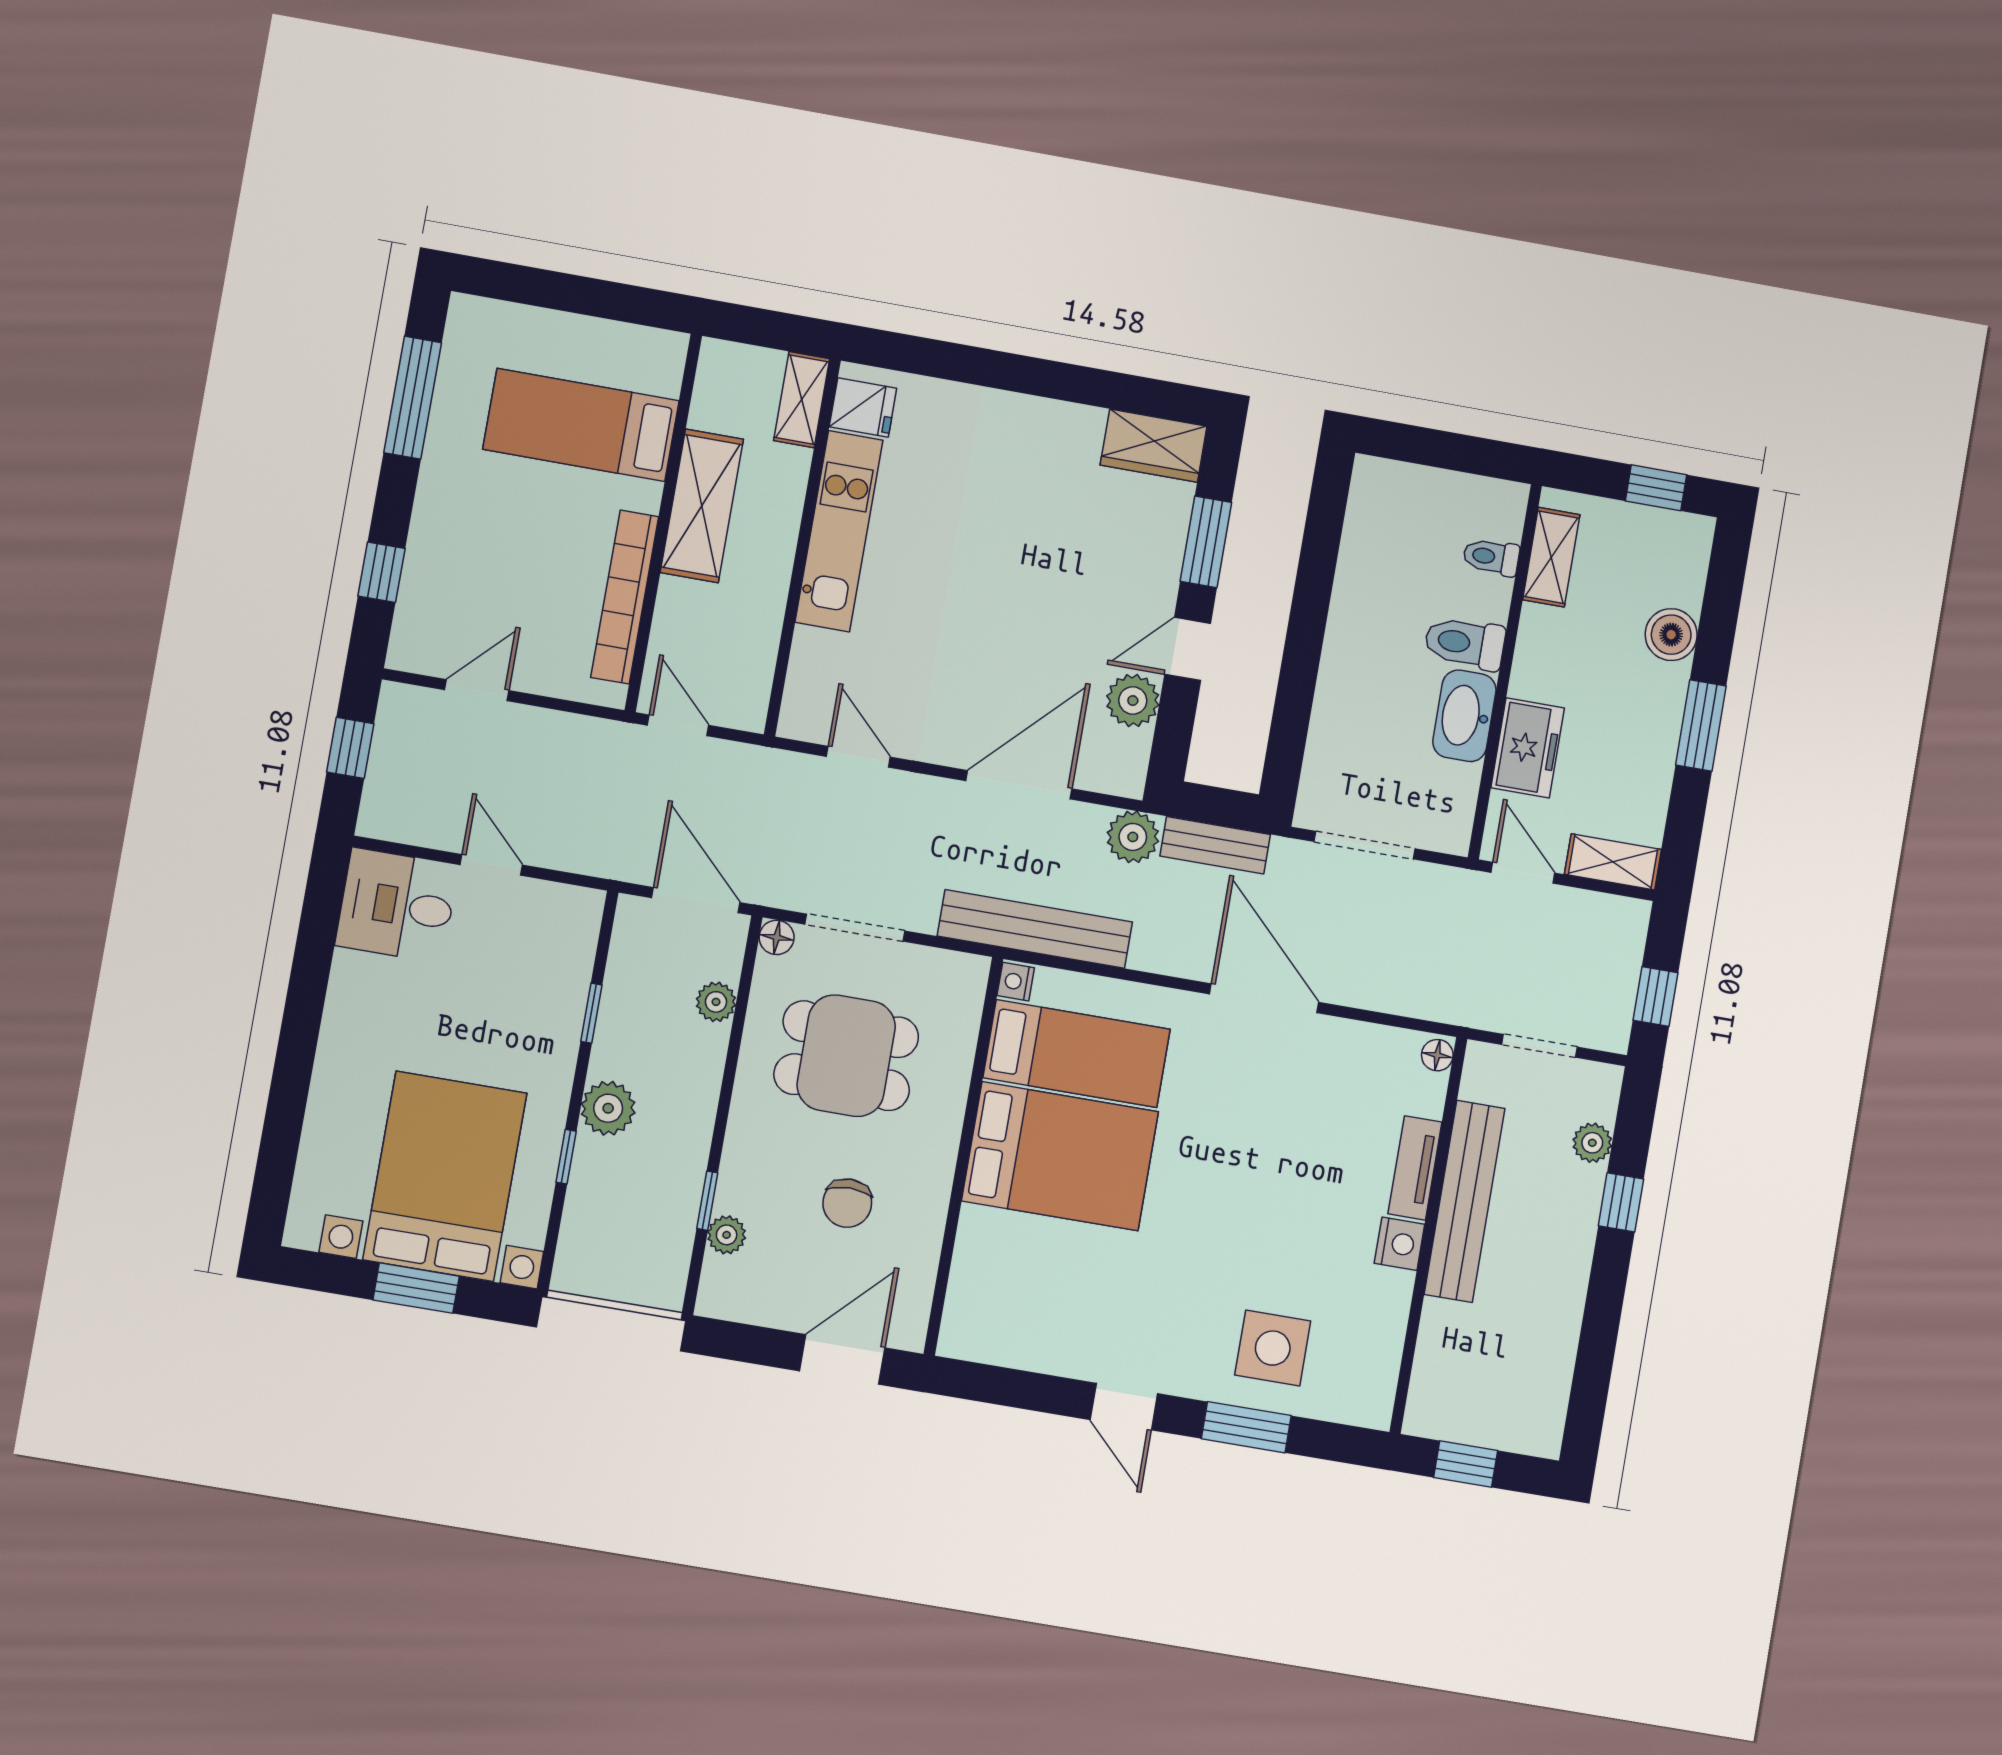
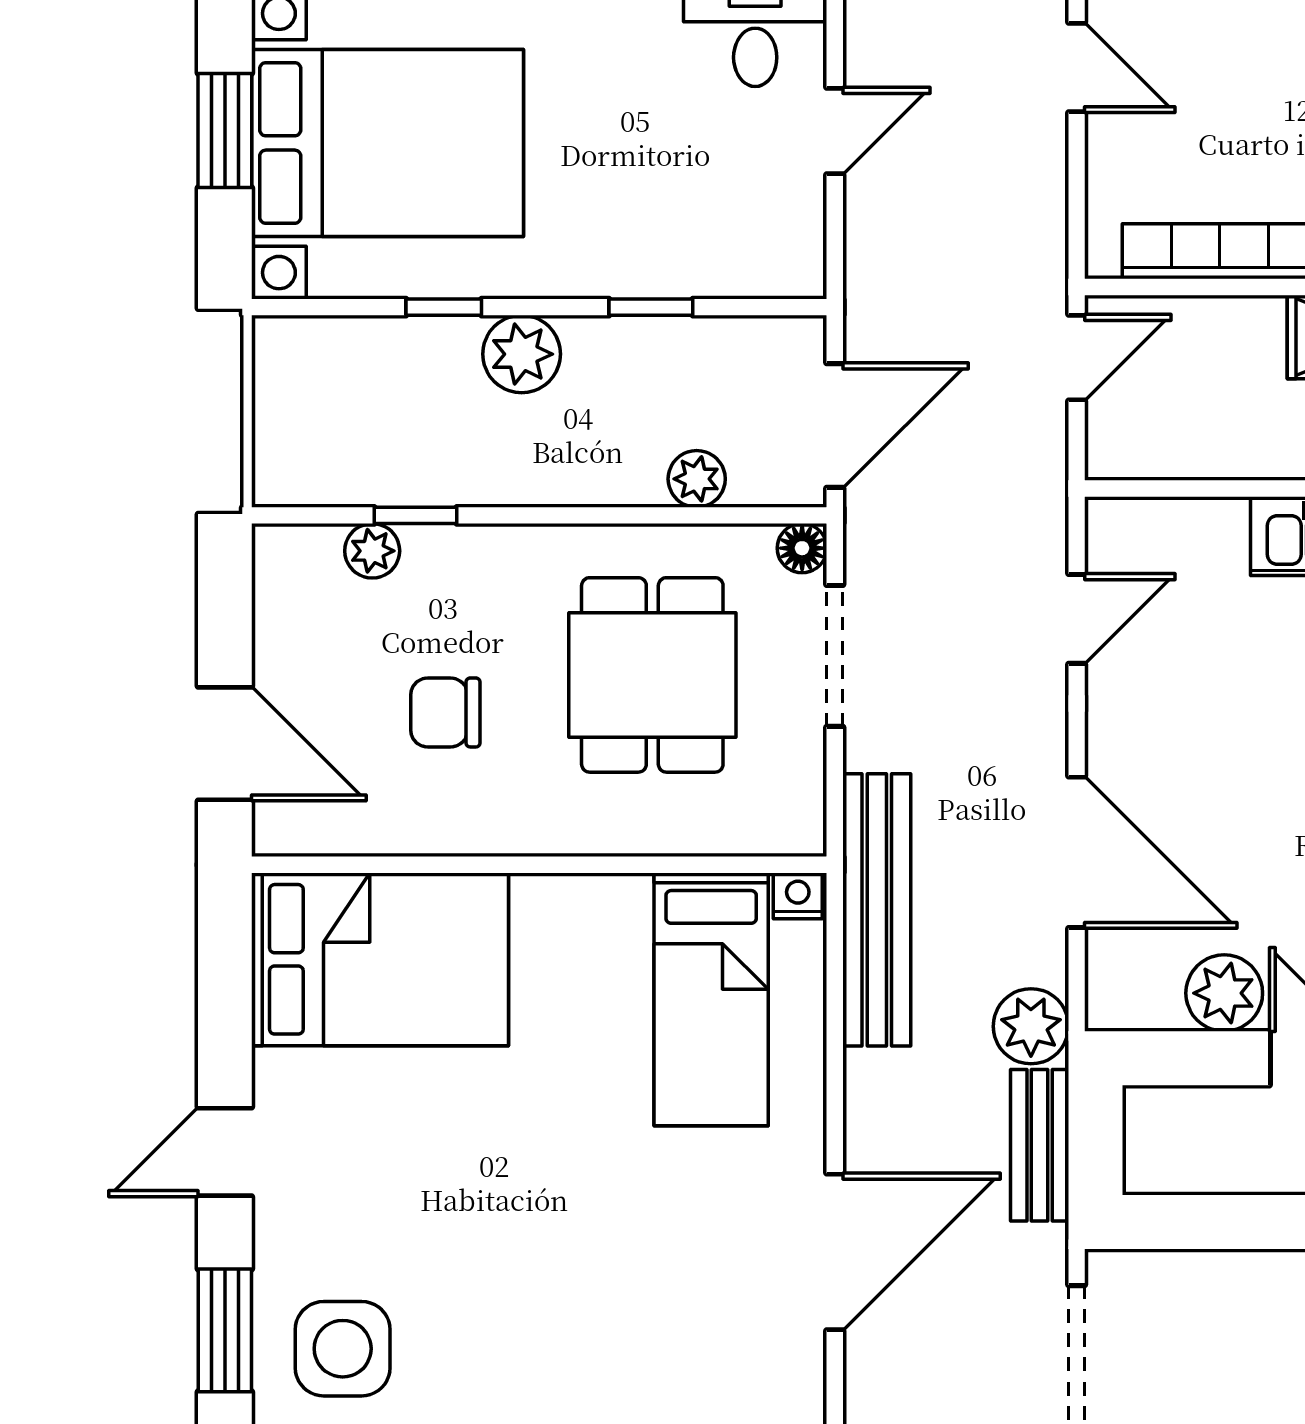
bed: (1060, 1156) -> (380, 959), moved, turned -90

